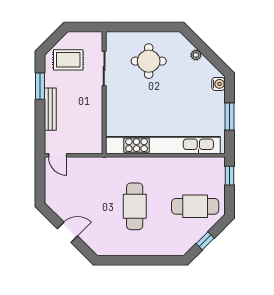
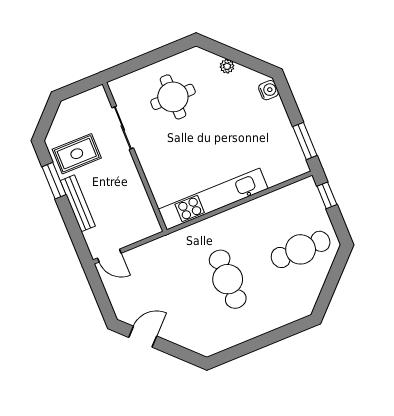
rug: (68, 60) -> (77, 154), moved
window: (229, 116) -> (305, 141), moved
kitchen unit: (163, 145) -> (213, 199), width x0.73
door: (67, 232) -> (143, 337), moved
window: (205, 241) -> (330, 286), removed

